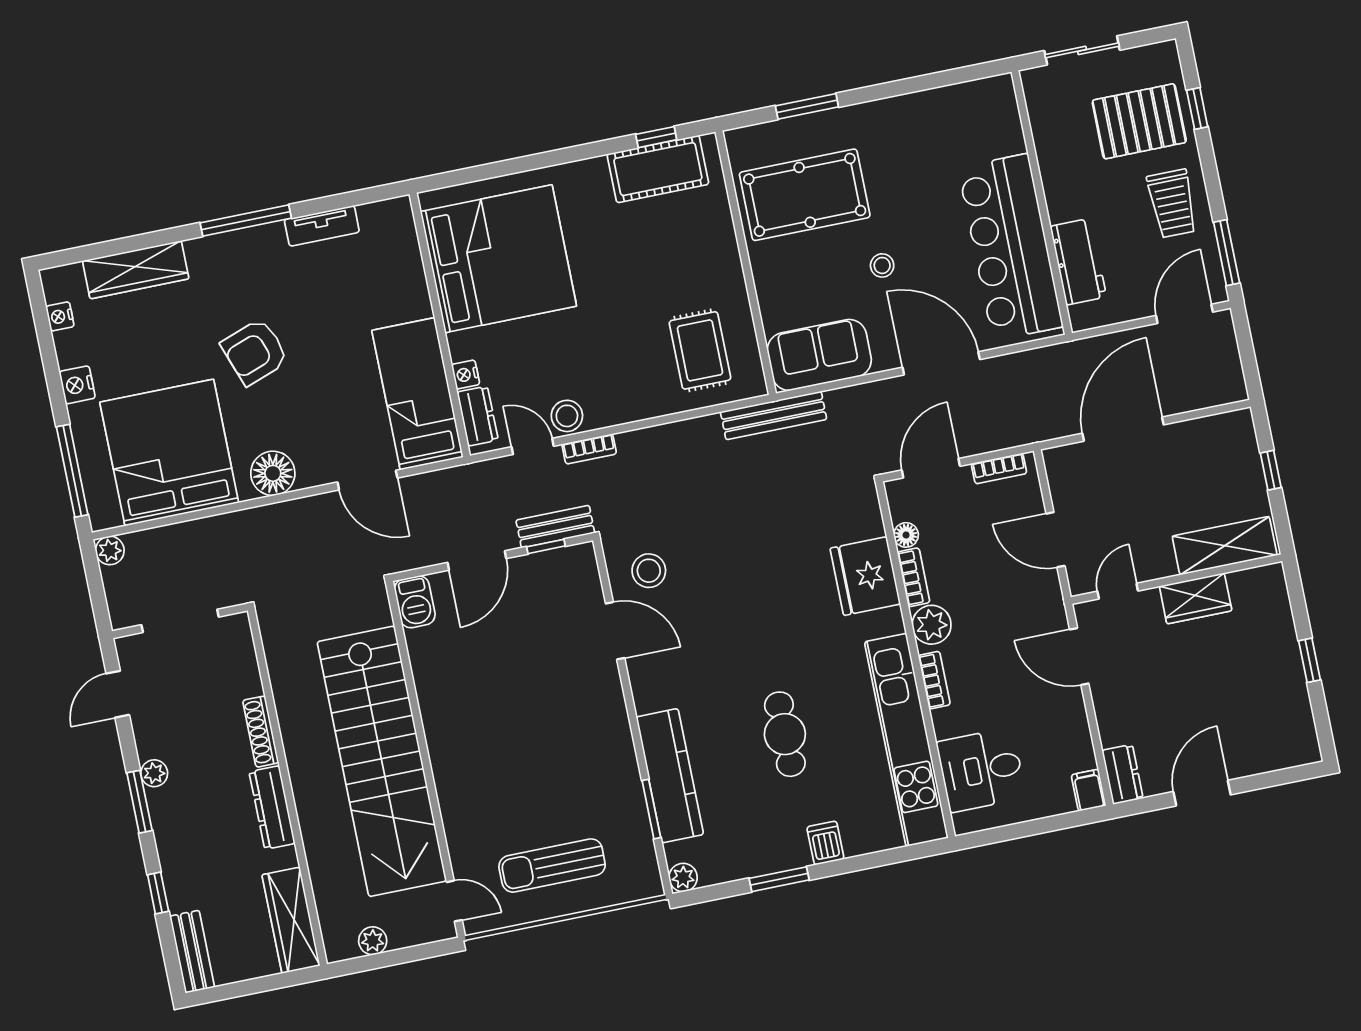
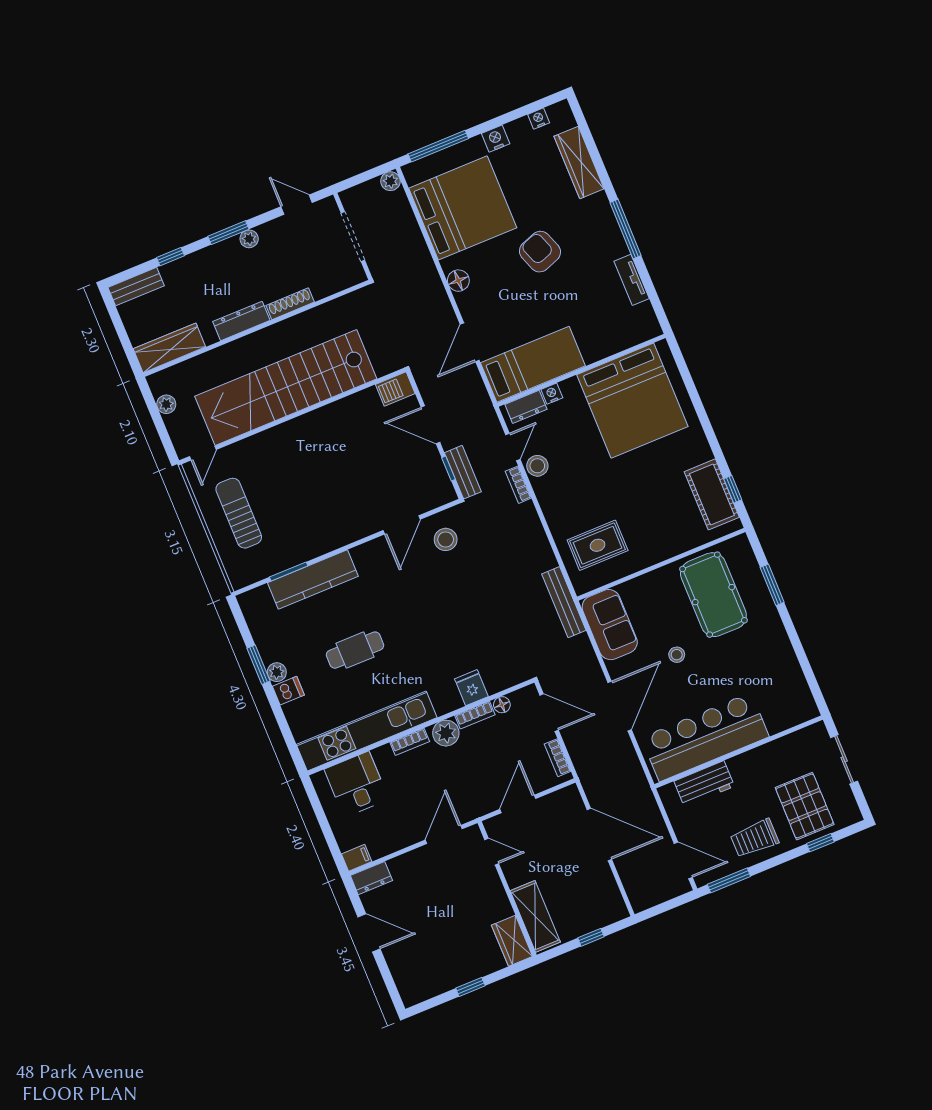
floor lamp: (273, 473) -> (458, 281), width x0.73, depth x0.73
fridge: (865, 576) -> (471, 688), width x0.53, depth x0.75
wardrobe: (1196, 598) -> (512, 941), moved
plant: (683, 877) -> (277, 672), moved

